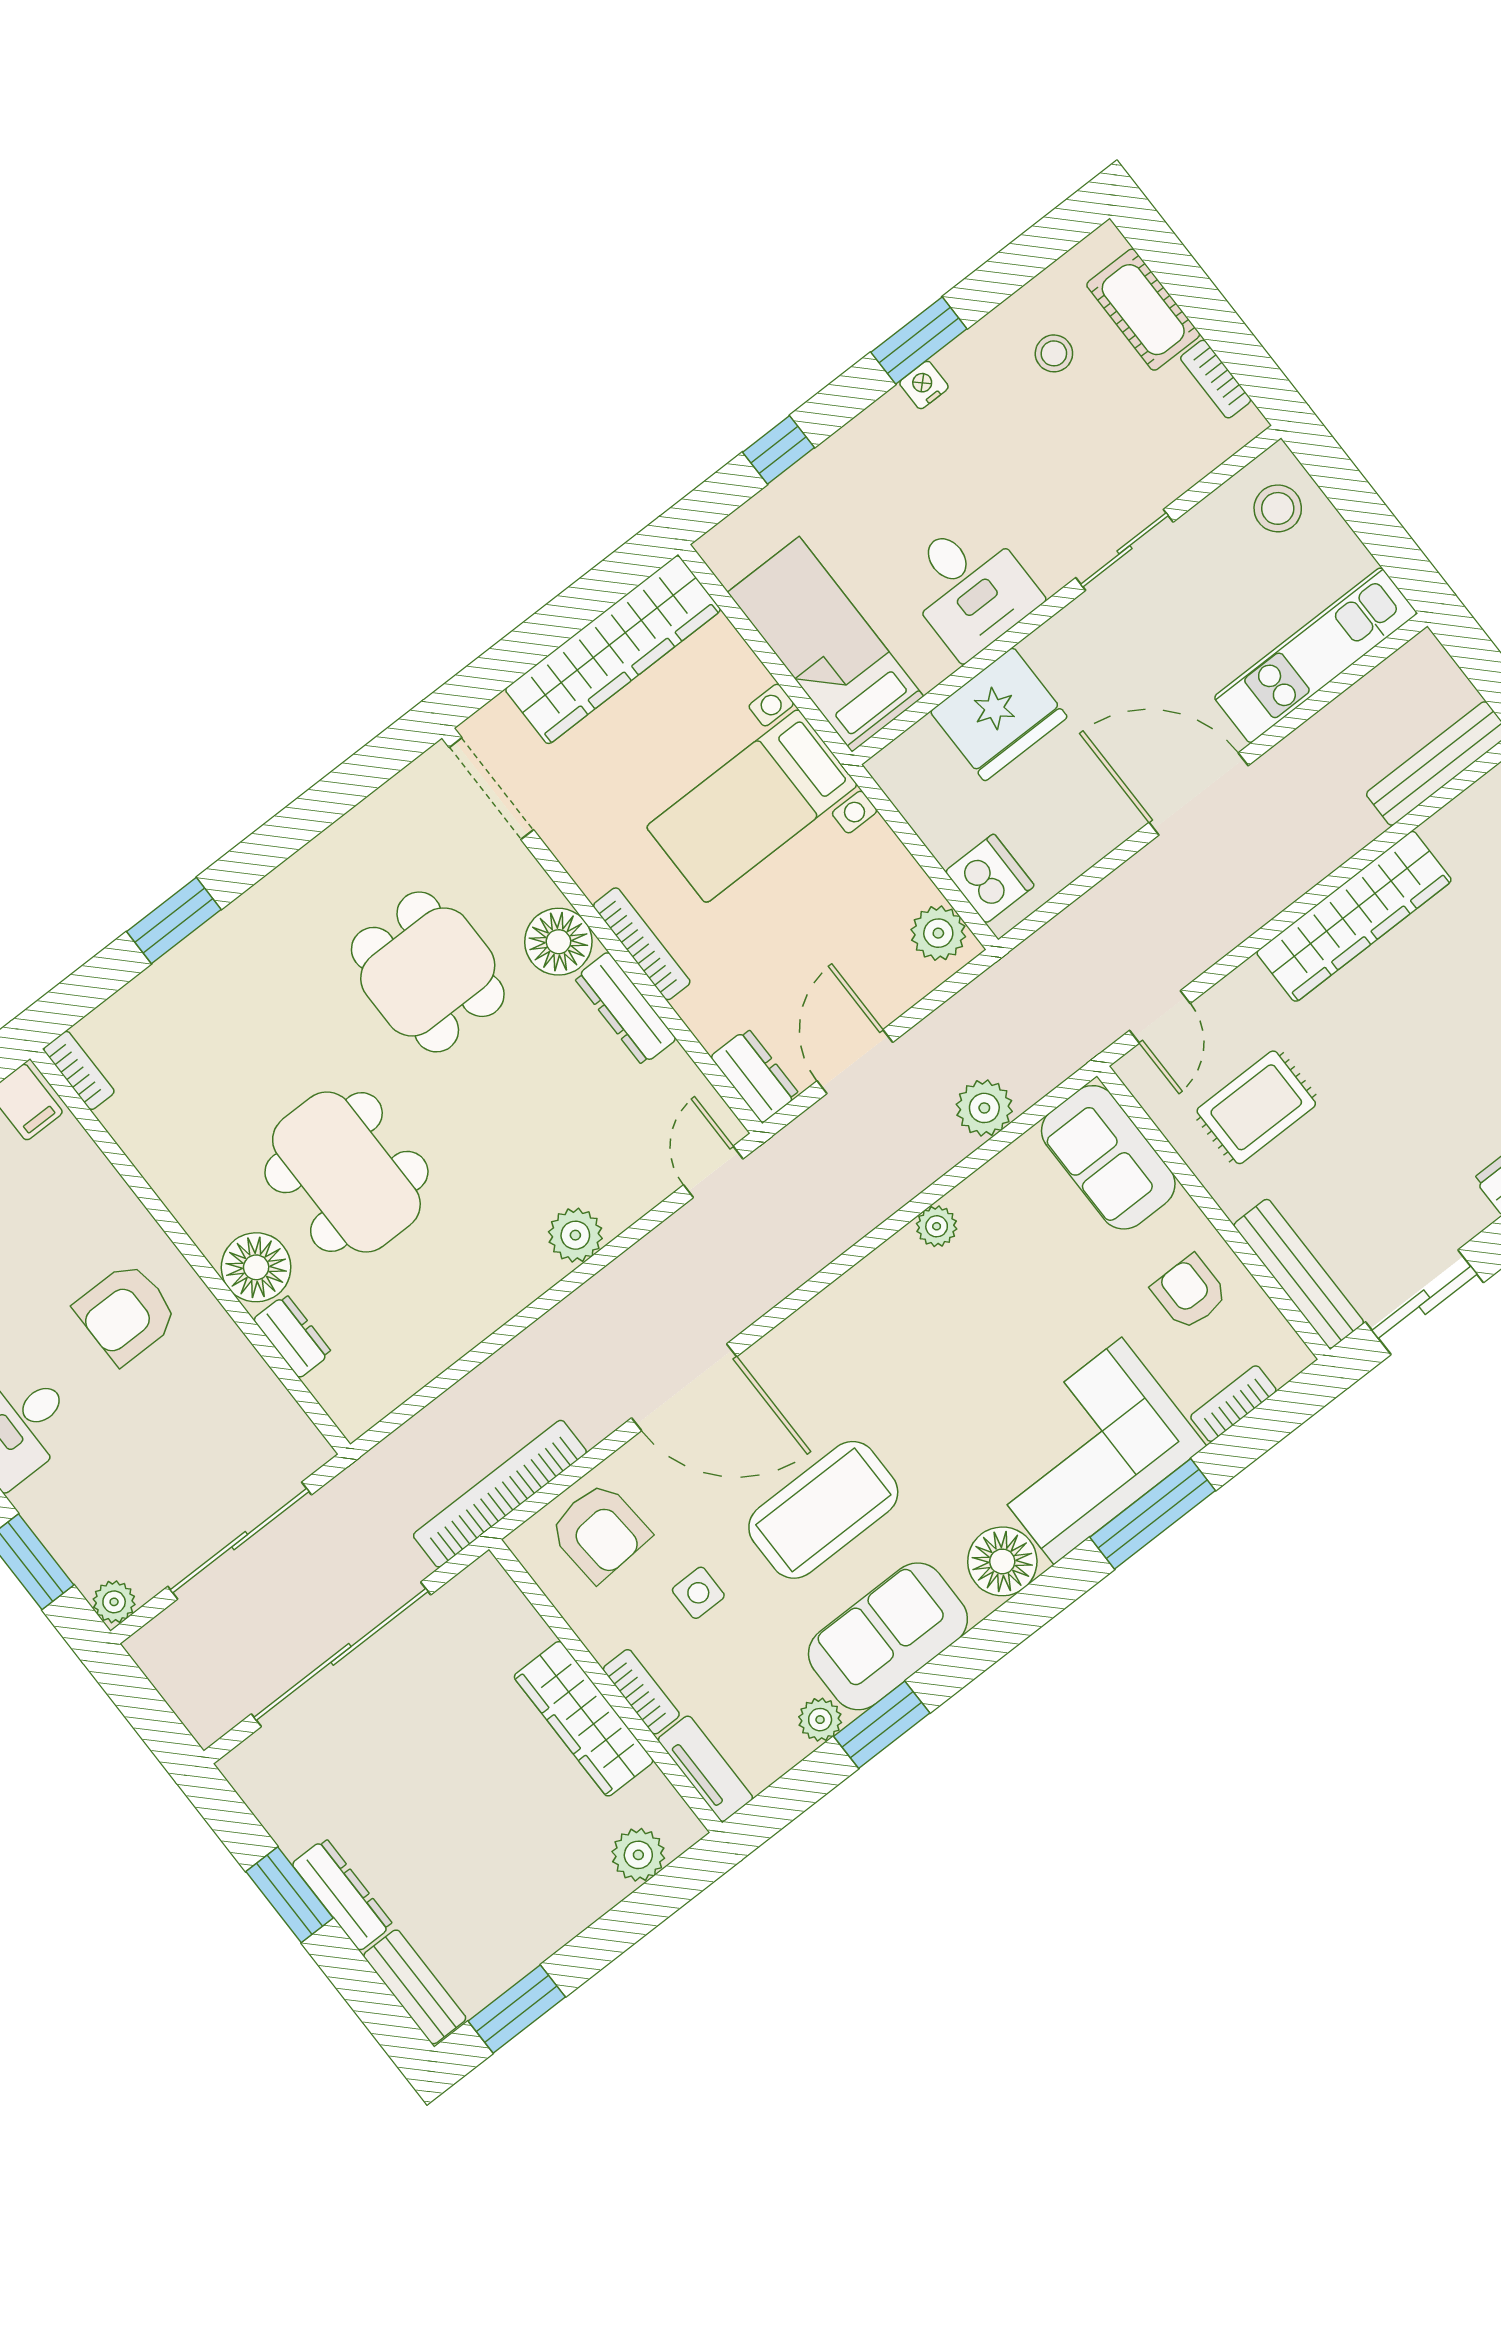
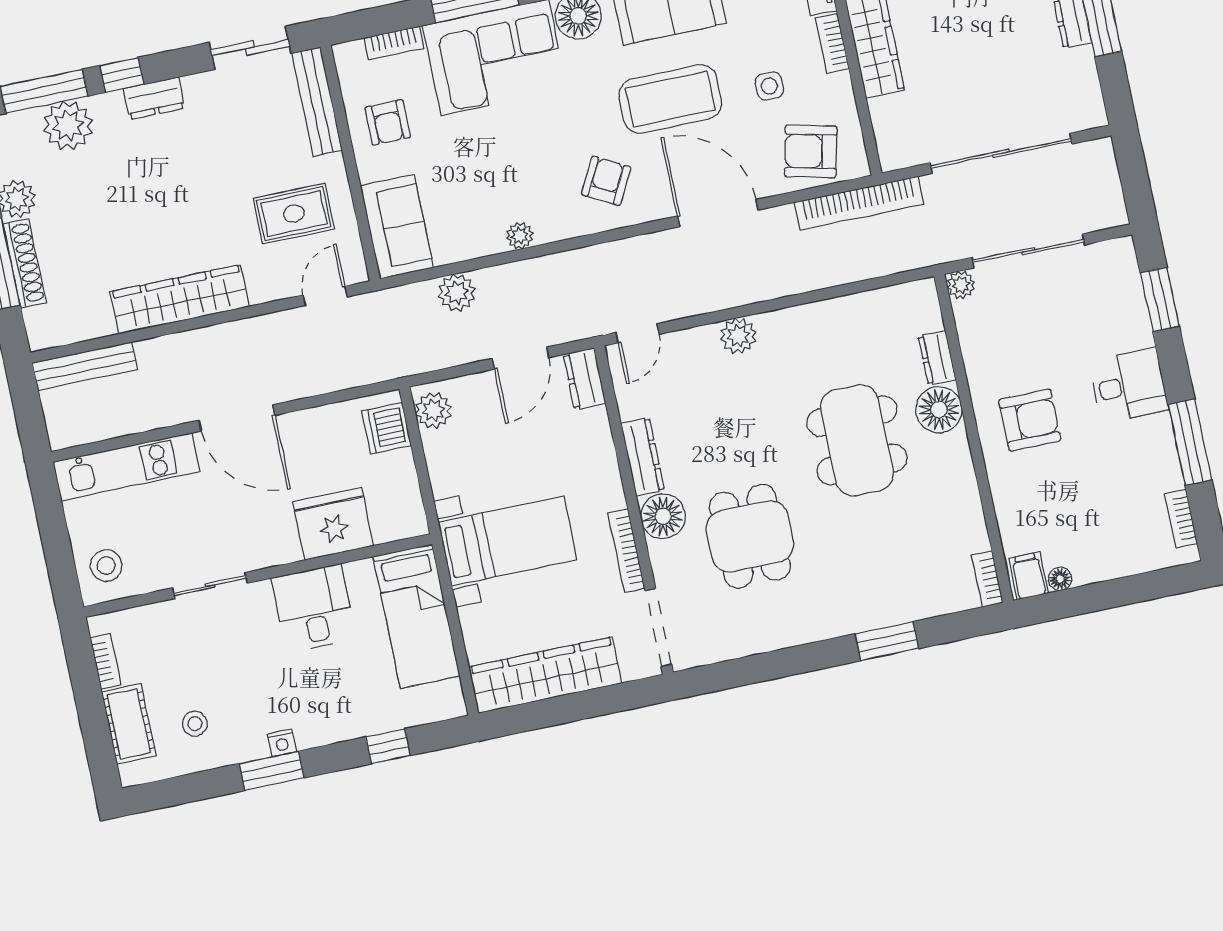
bookcase: (642, 944) -> (626, 551), moved
armchair: (856, 1357) -> (606, 181), added
armchair: (599, 1532) -> (811, 151), turned -73
plant: (114, 1602) -> (961, 285), moved

